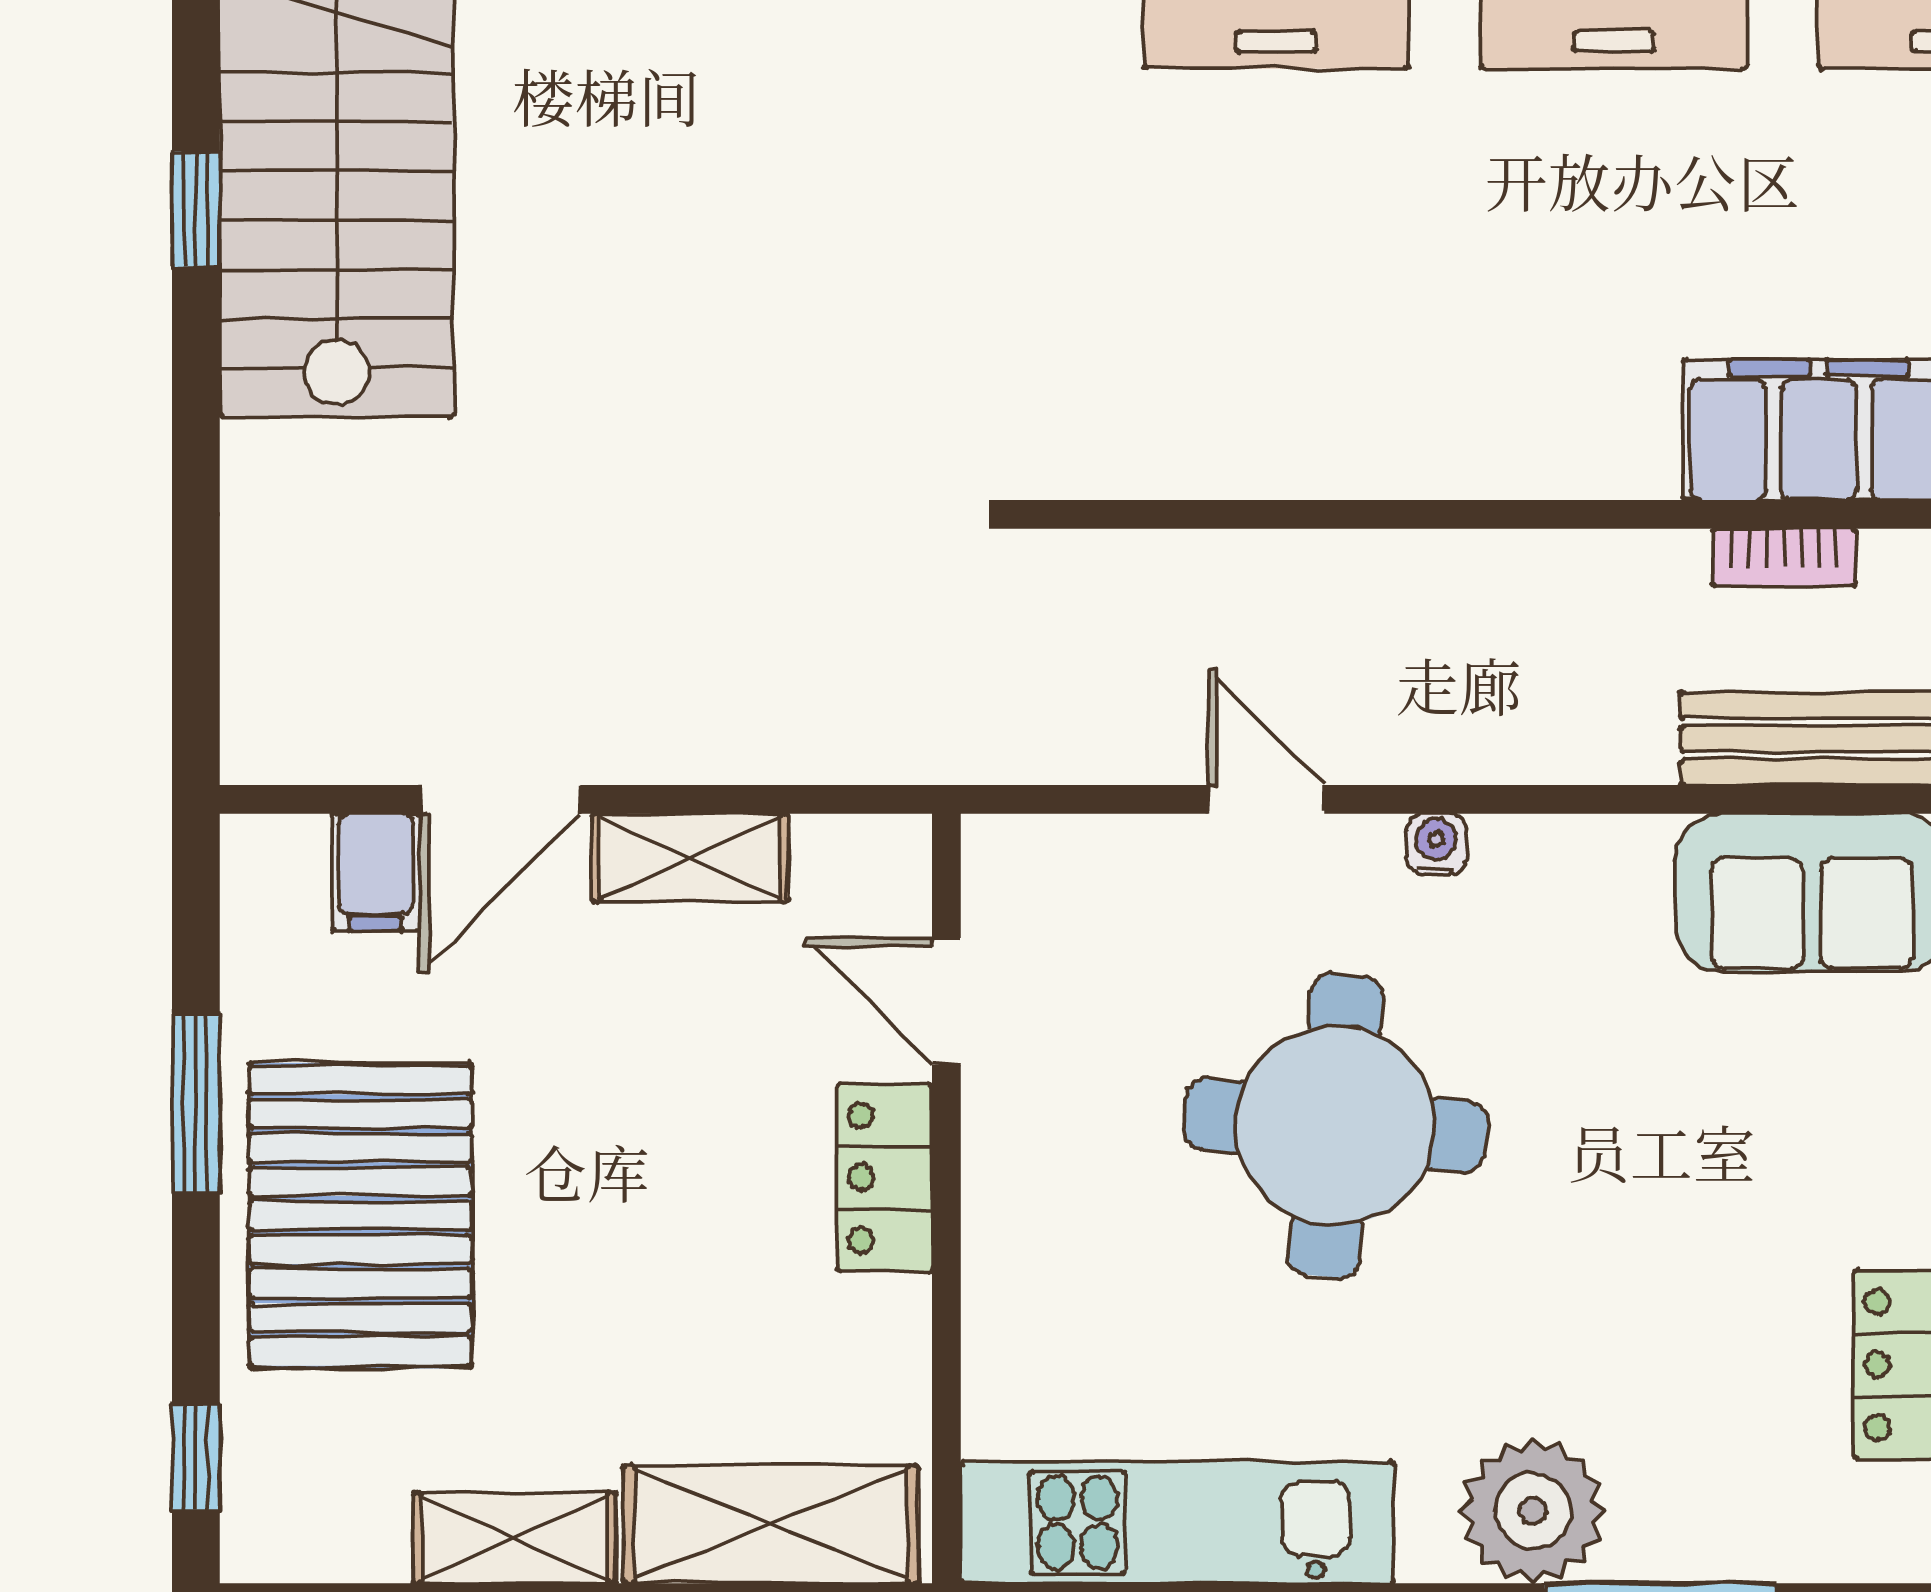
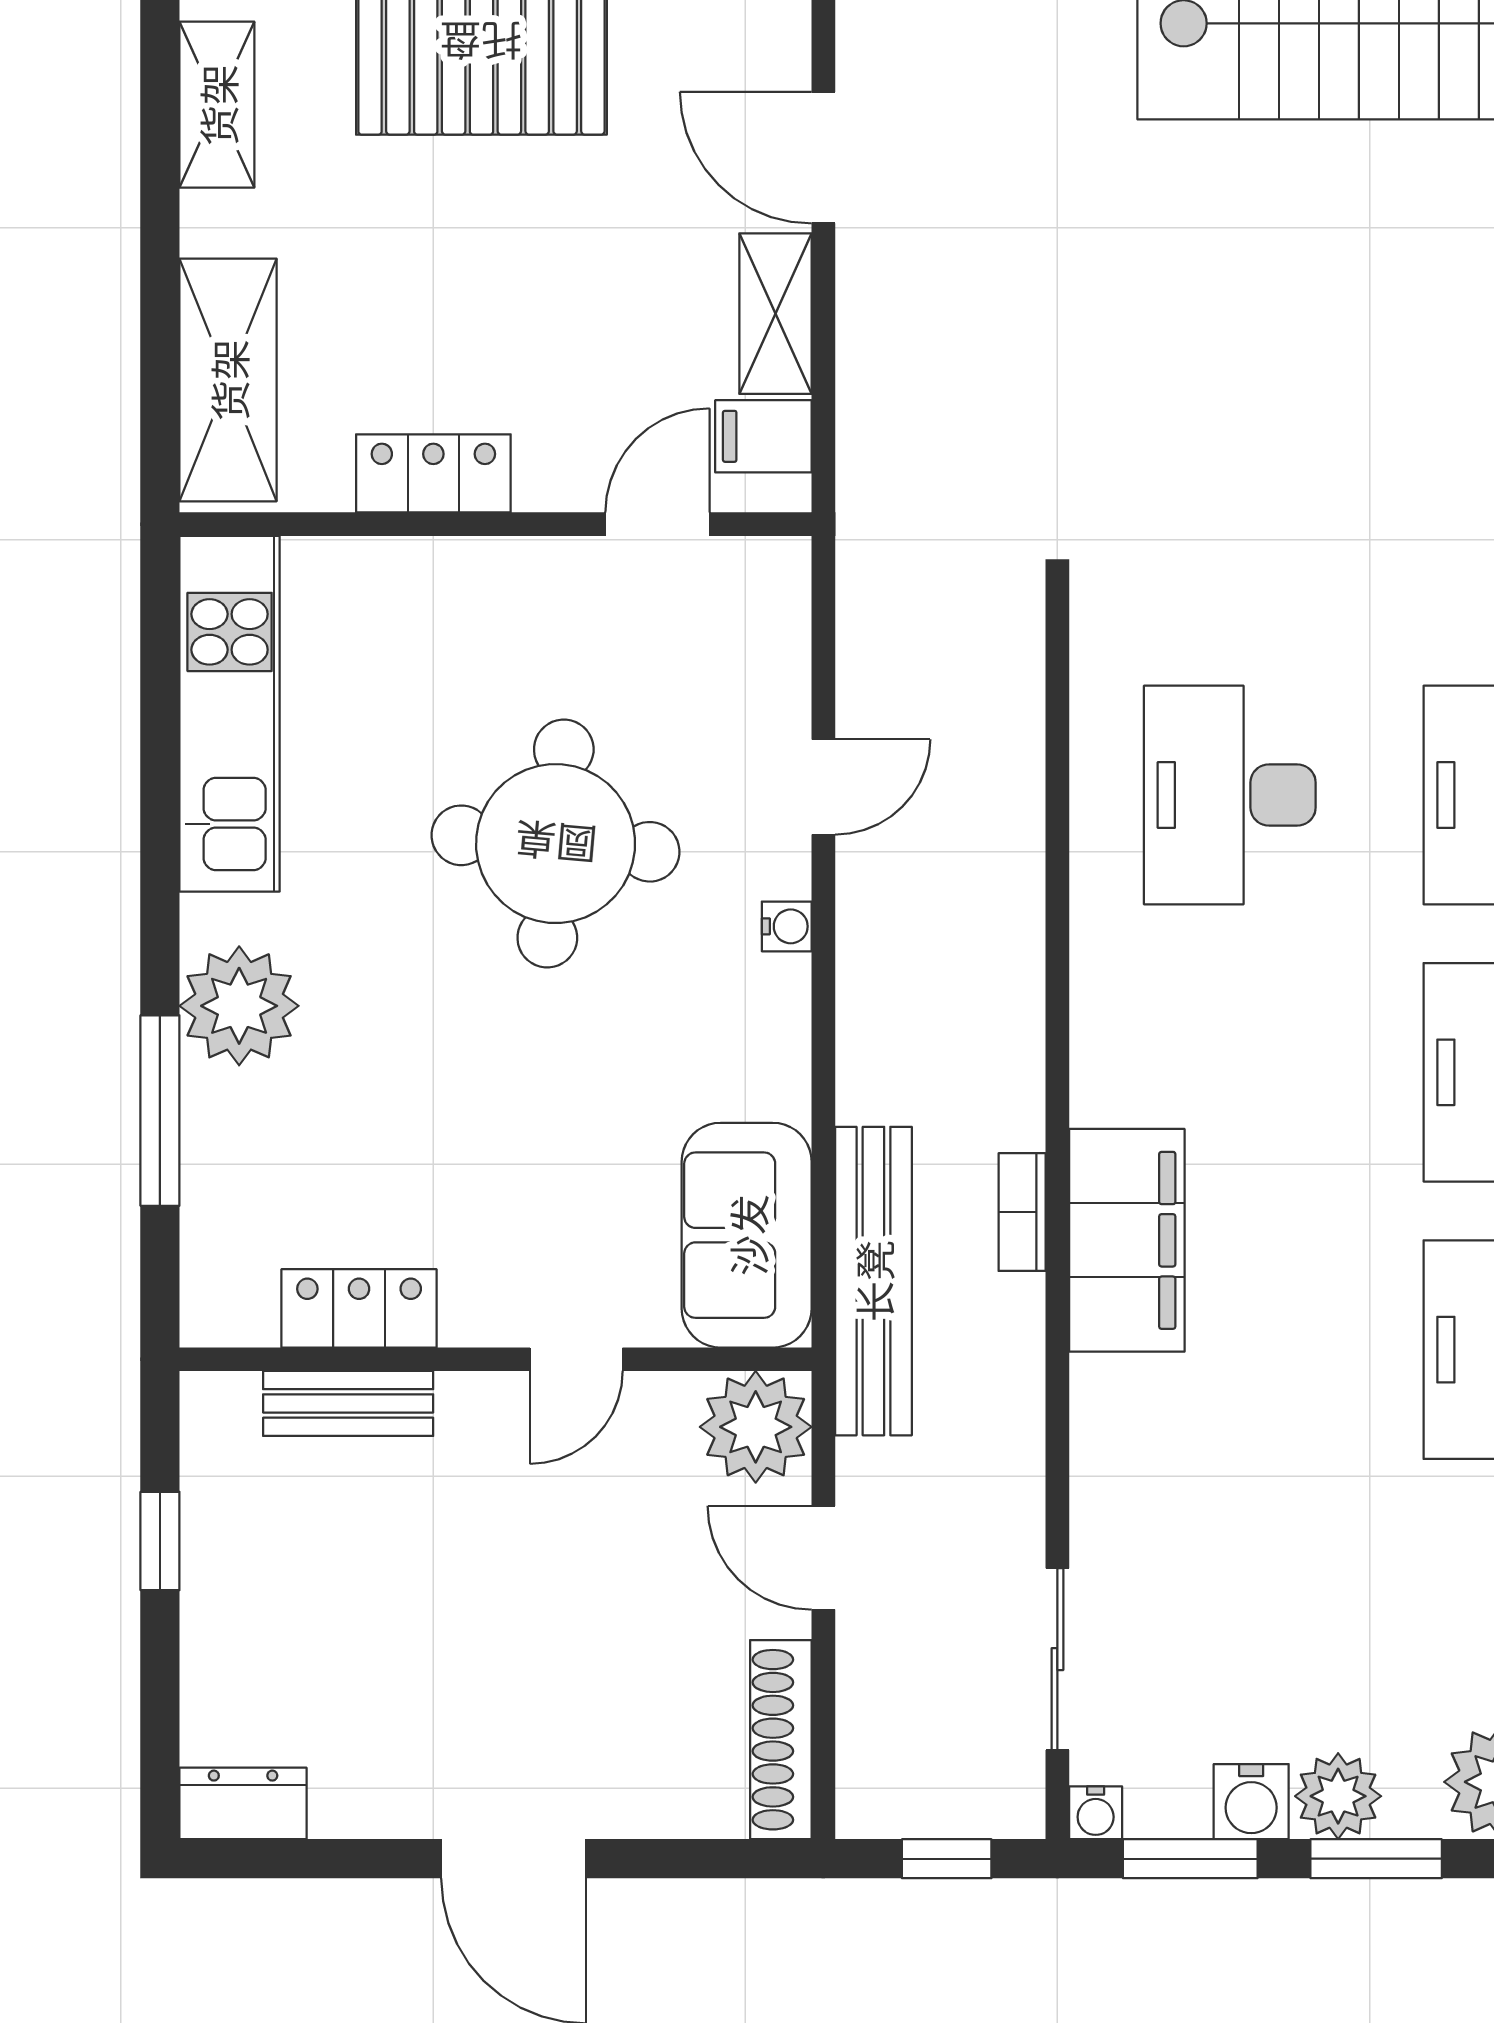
desk: (1276, 304) -> (1230, 795), added
filing cabinet: (376, 872) -> (763, 436), moved
locker: (885, 1178) -> (433, 473), moved
shelving: (514, 1538) -> (217, 105), moved

